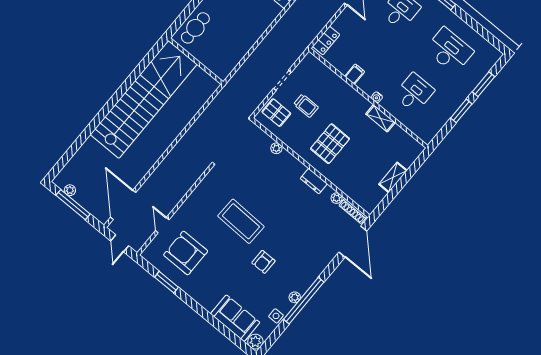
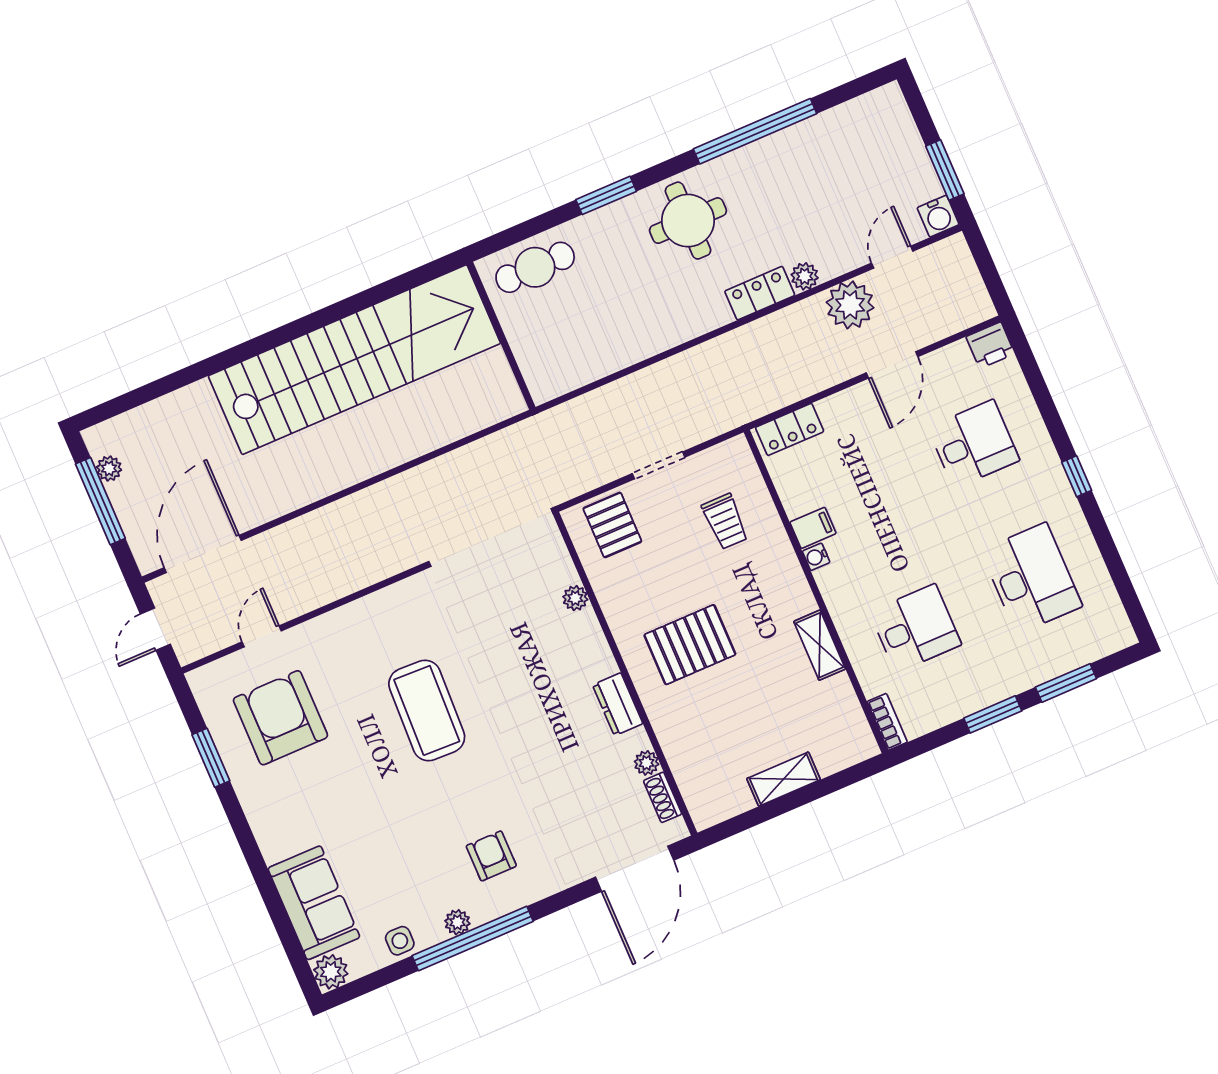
water cooler: (377, 97) -> (816, 557), moved
trolley: (306, 106) -> (725, 521), moved
bookcase: (422, 135) -> (887, 722), added
shoe rack: (353, 211) -> (663, 797), width x0.70
armchair: (263, 262) -> (491, 856), moved, turned 90

